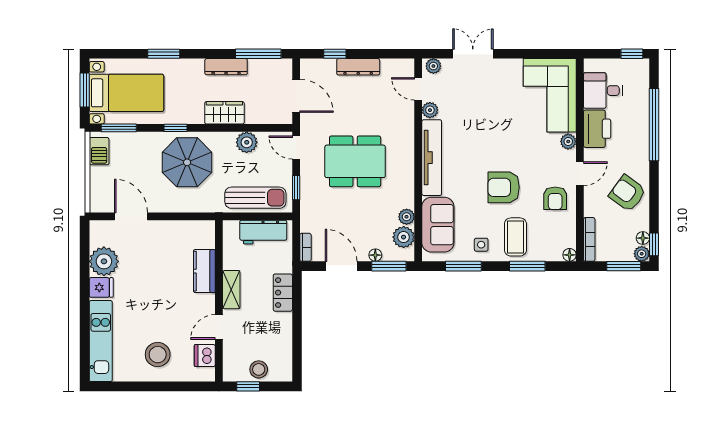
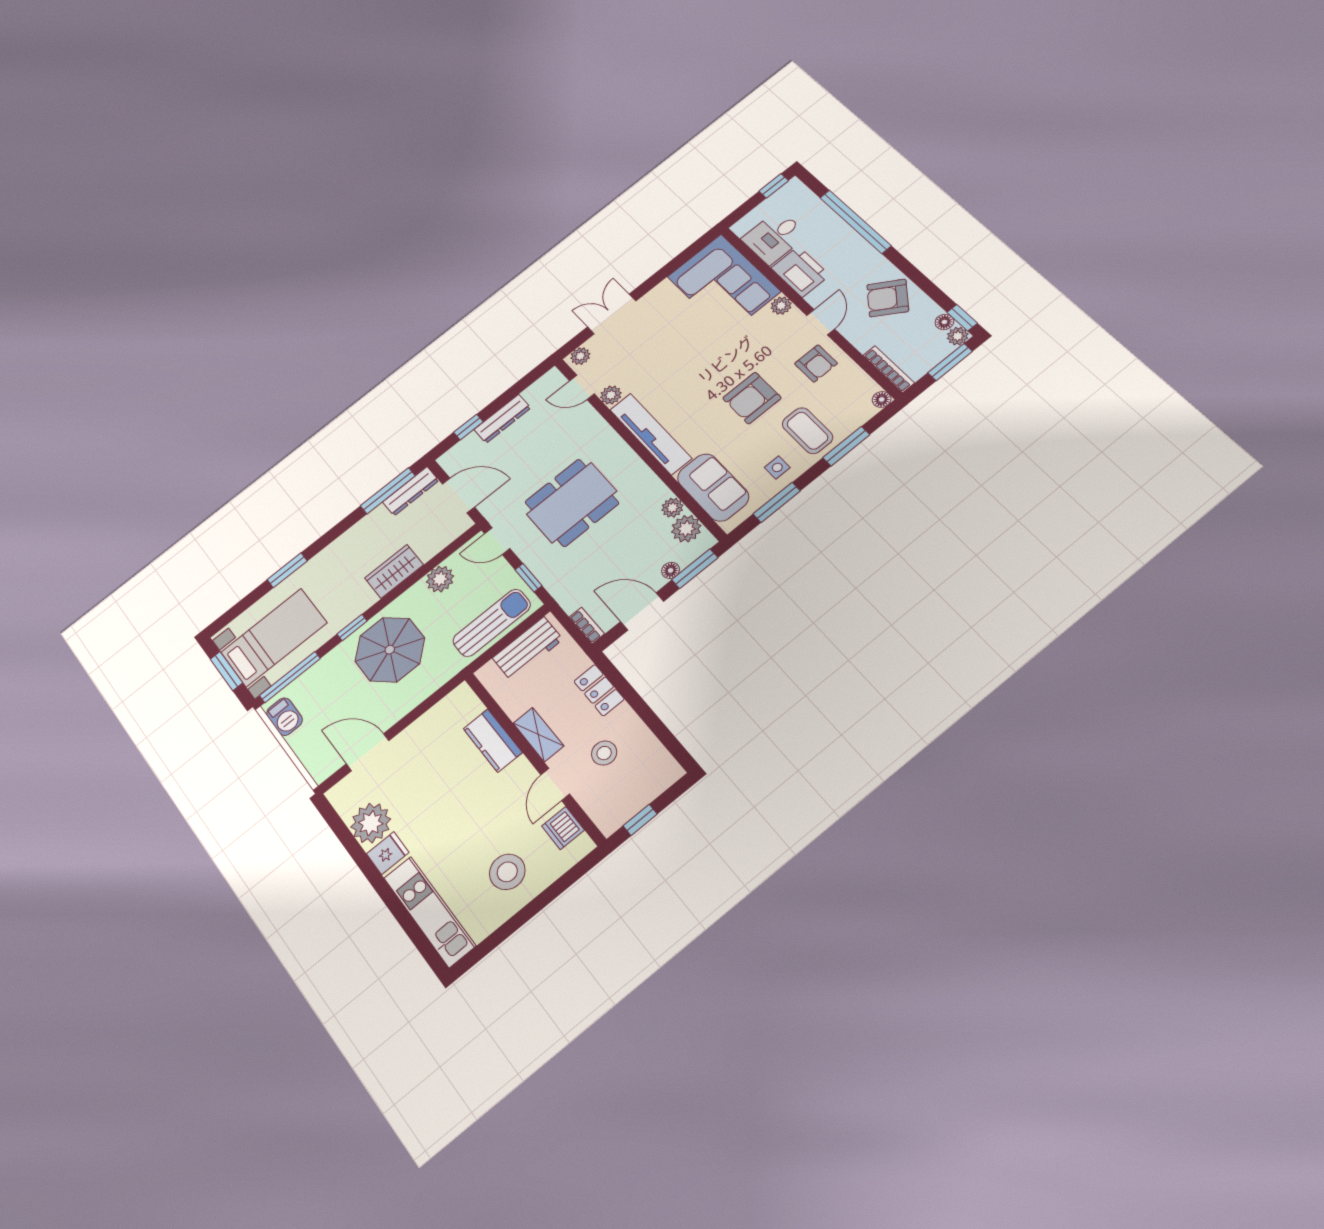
dresser: (226, 67) -> (411, 491), moved
window: (119, 128) -> (290, 677), width x1.44
stool: (259, 369) -> (604, 753), moved

